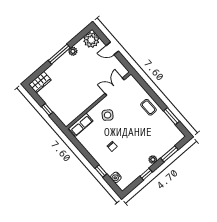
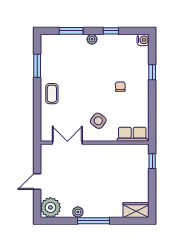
door: (112, 48) -> (37, 181), swing flipped
double door: (115, 87) -> (67, 143), swing flipped
window: (47, 110) -> (152, 161), moved
water cooler: (116, 177) -> (143, 40), moved

